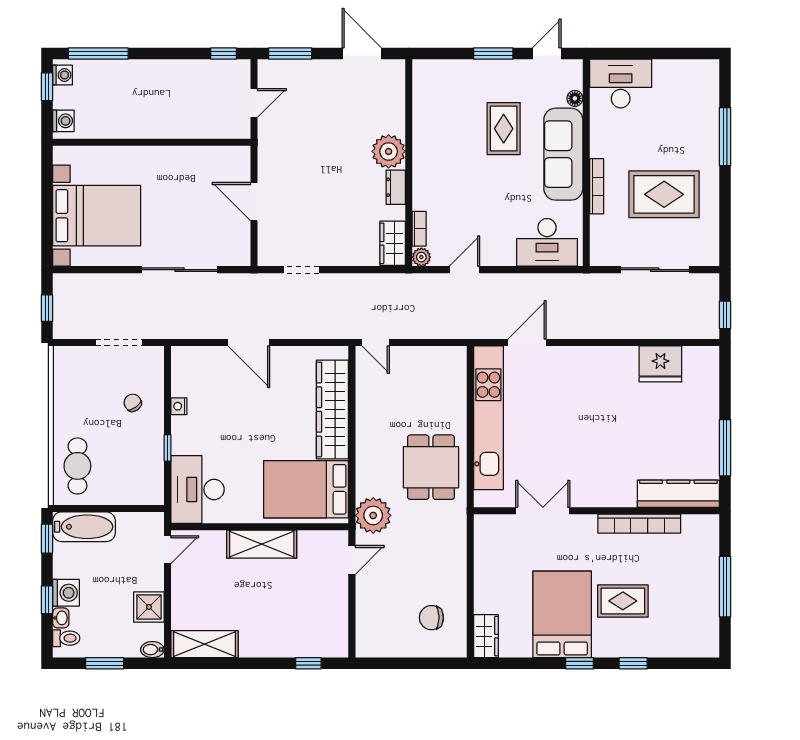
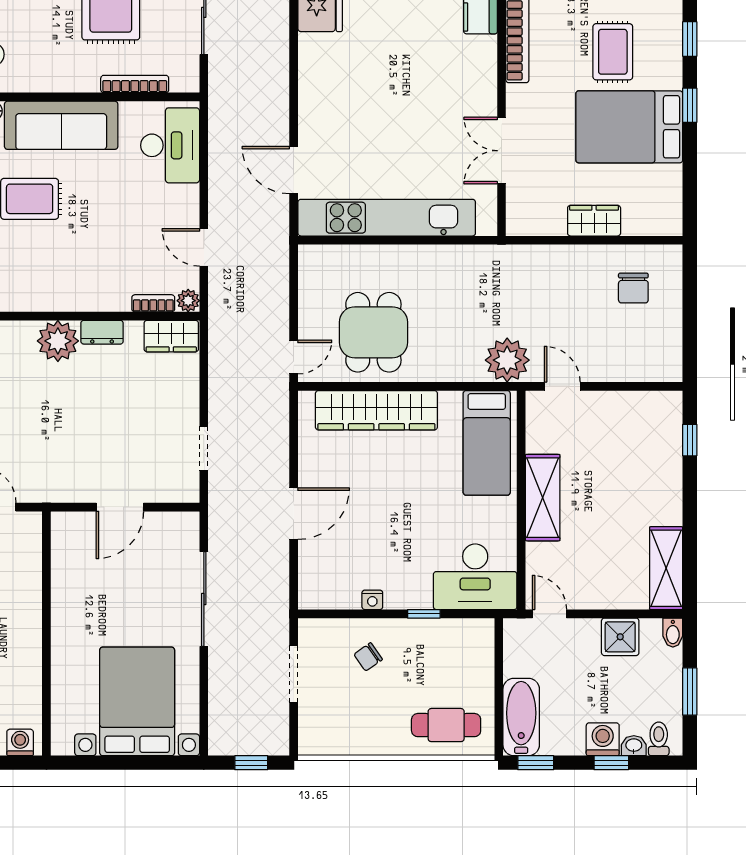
bookcase: (597, 186) -> (135, 84), moved
dining table: (431, 467) -> (373, 332), moved, turned 90
bed: (306, 489) -> (487, 443), width x0.67
wardrobe: (486, 636) -> (594, 221), moved

